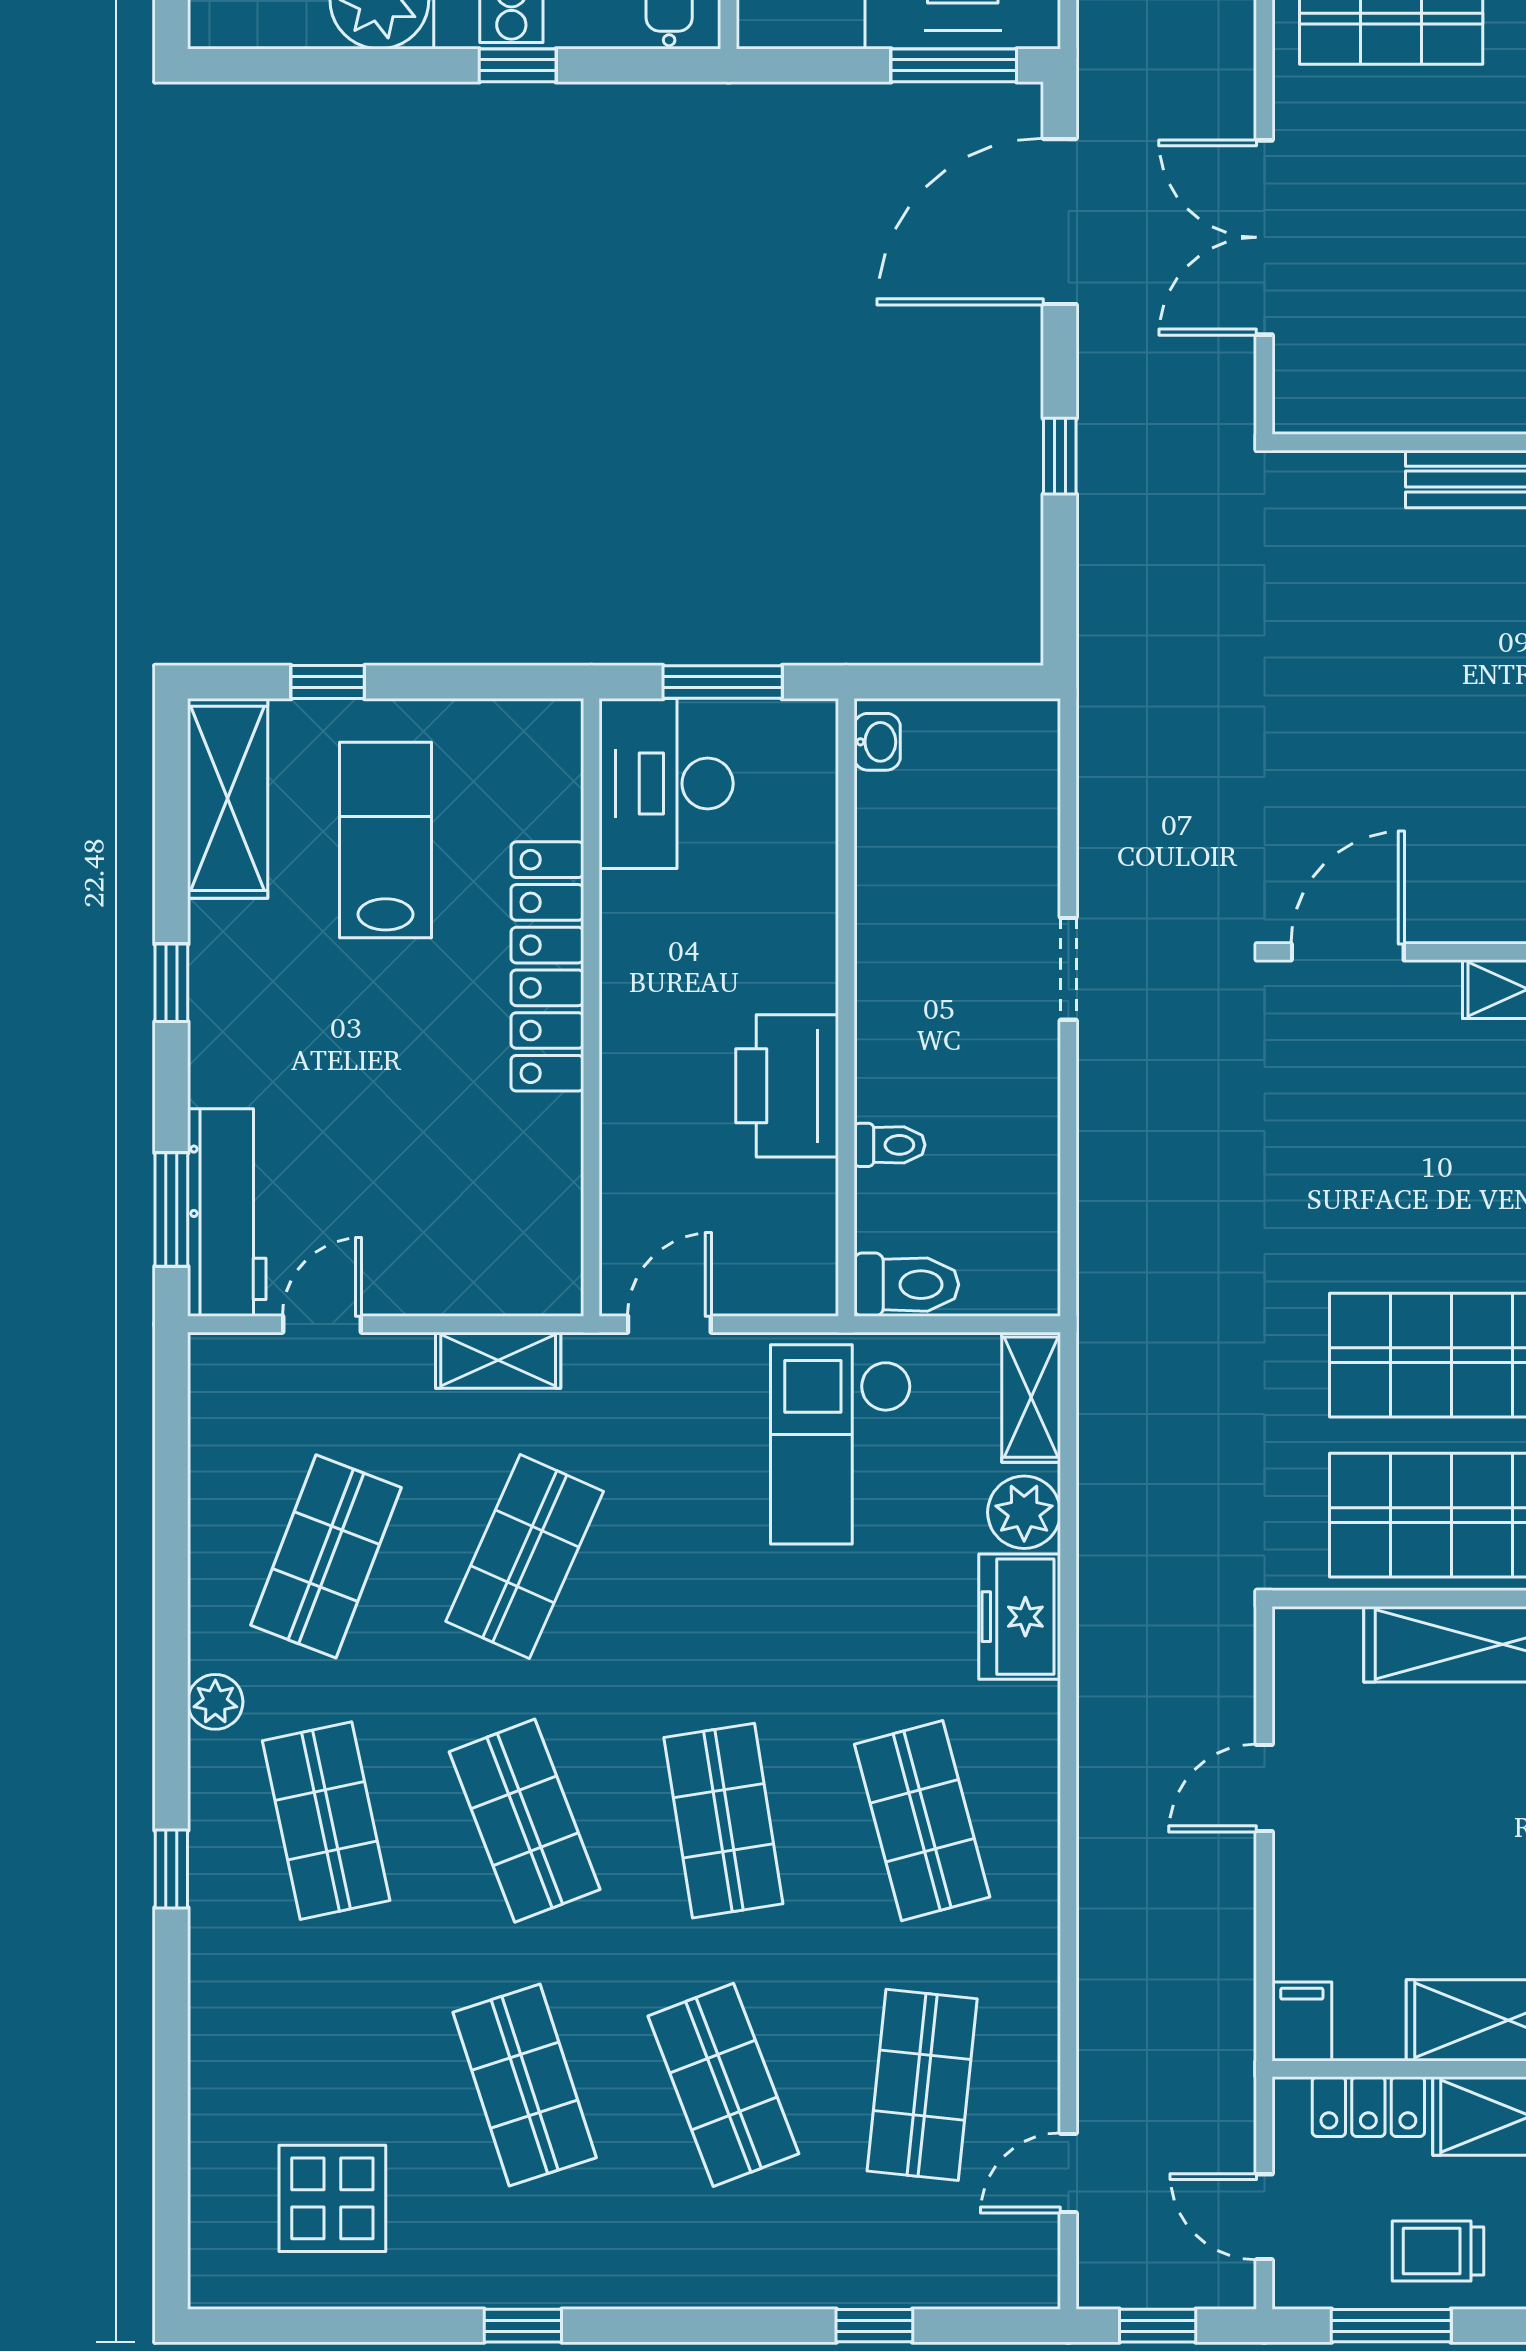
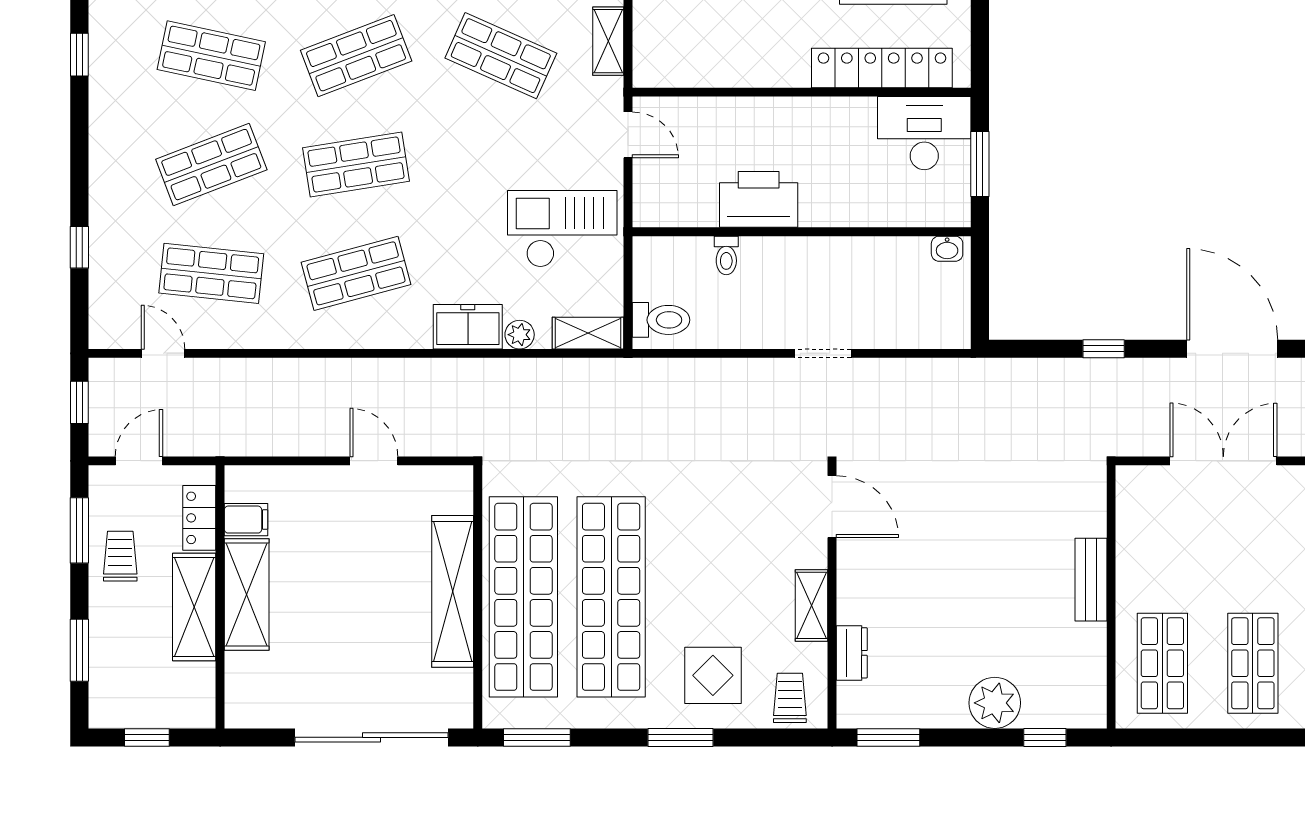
locker: (547, 966) -> (882, 68), moved
toilet: (906, 1285) -> (661, 320), moved, turned -90
plant: (1024, 1512) -> (520, 335), width x0.73, depth x0.73
filing cabinet: (1302, 2021) -> (246, 520), moved
shop shelf: (525, 2085) -> (211, 56), turned 30

